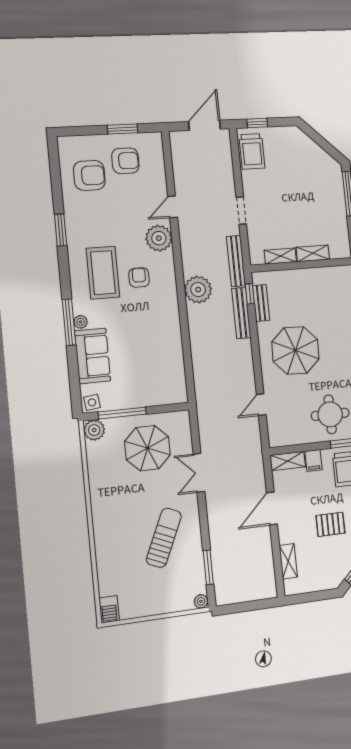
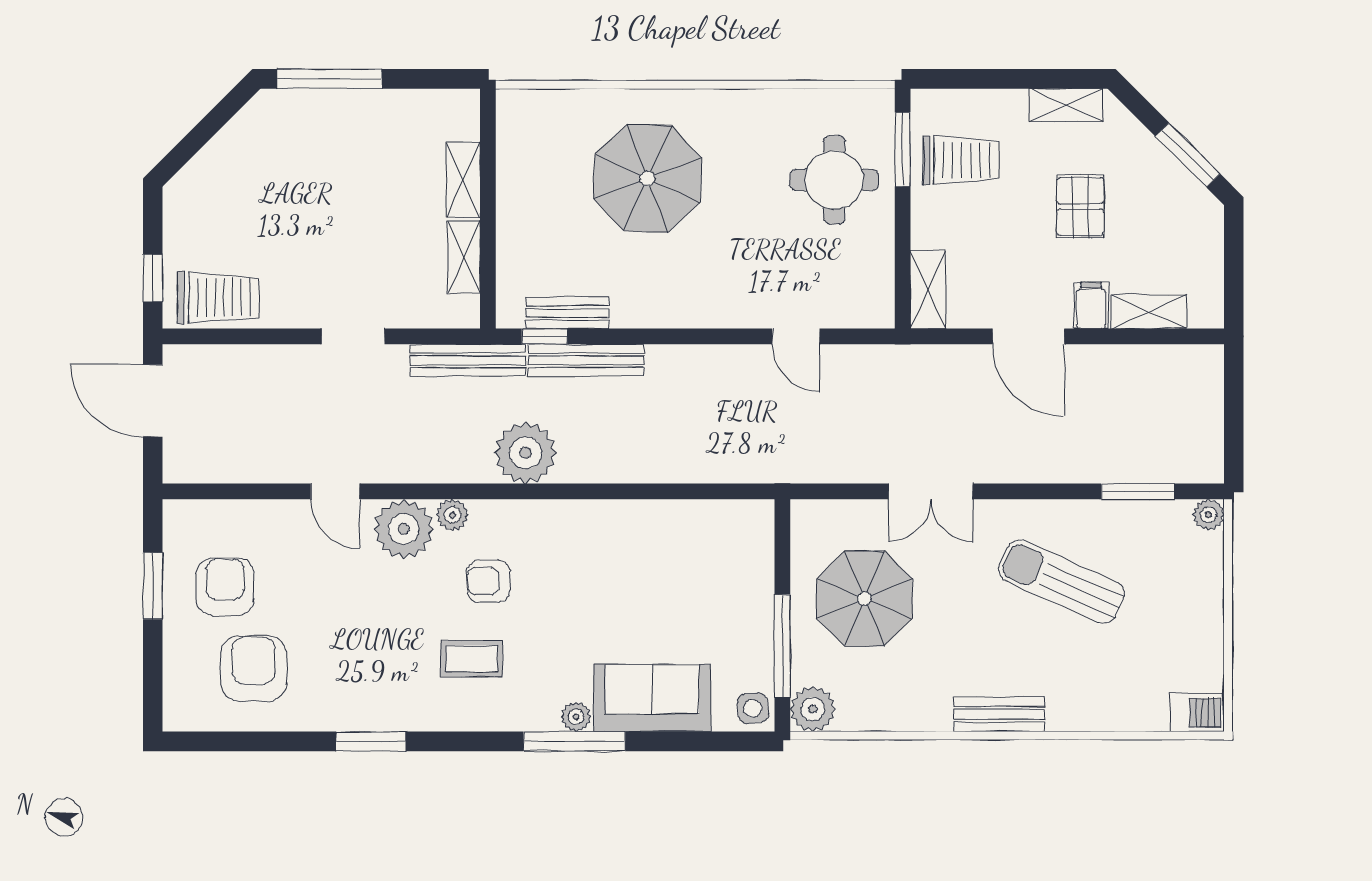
plant: (167, 259) -> (452, 515), added
coffee table: (103, 273) -> (472, 659), width x0.54, depth x0.58
parasol: (295, 350) -> (647, 178), moved
filing cabinet: (314, 460) -> (1091, 305), moved, turned -90
bench: (100, 517) -> (999, 714), added

